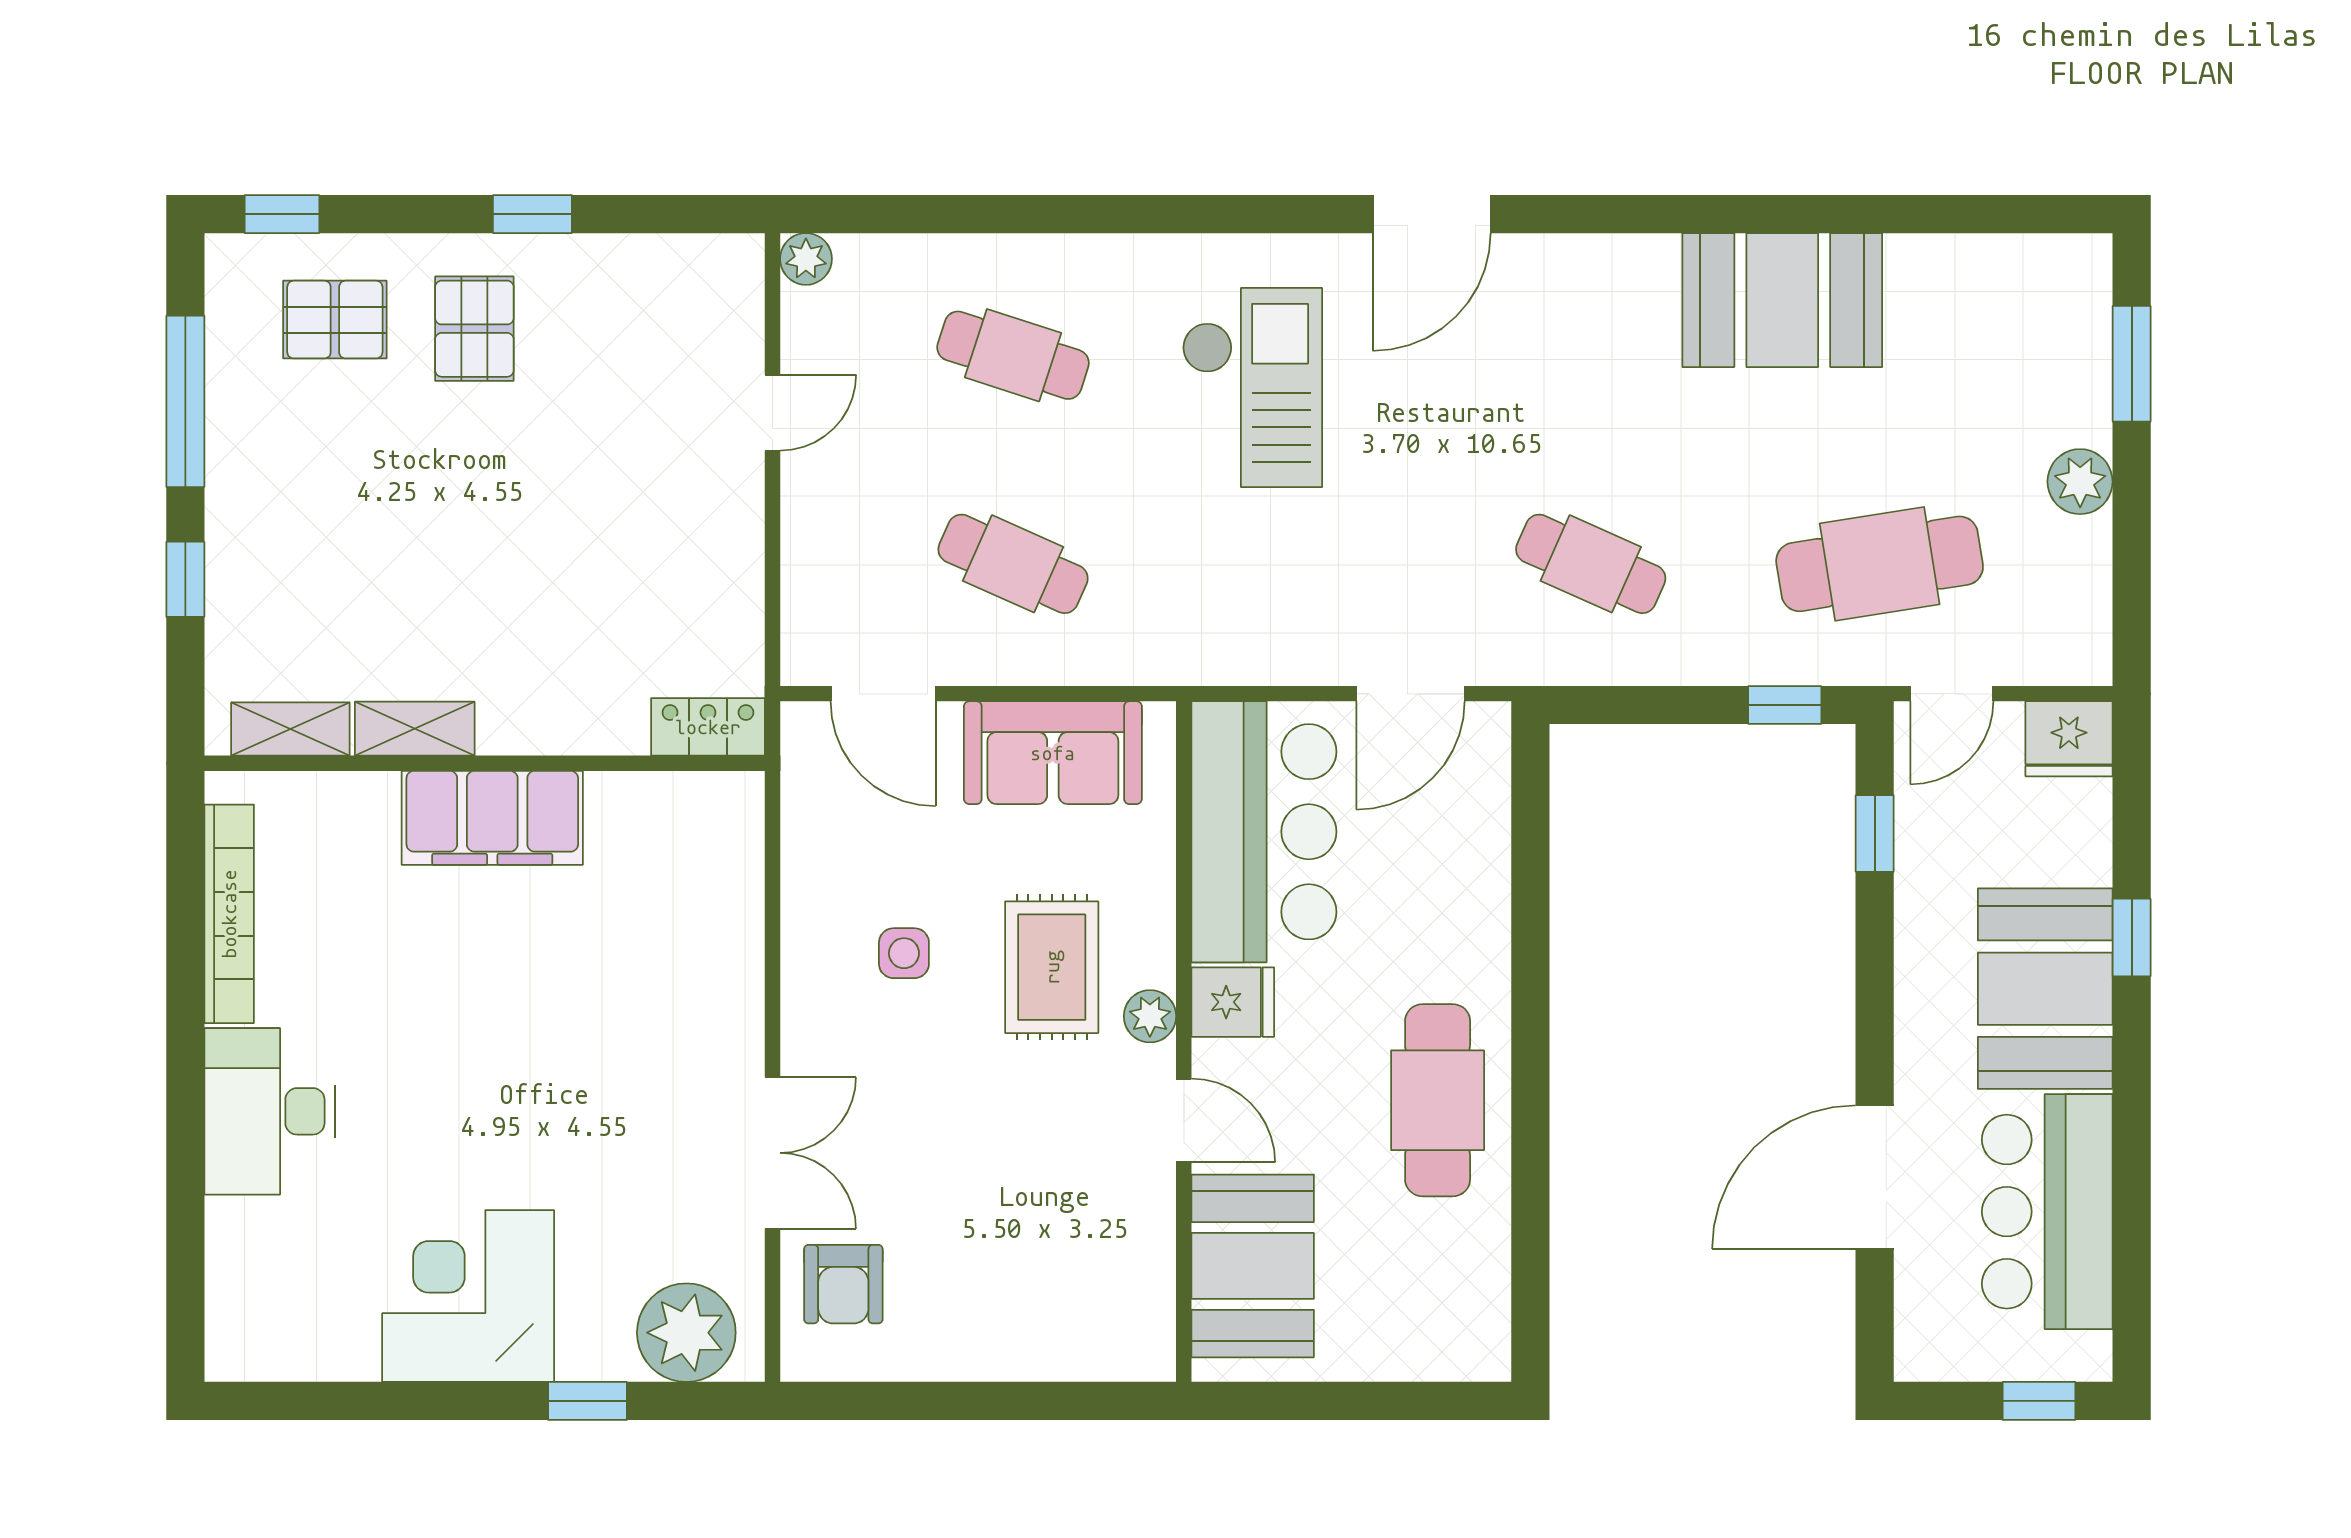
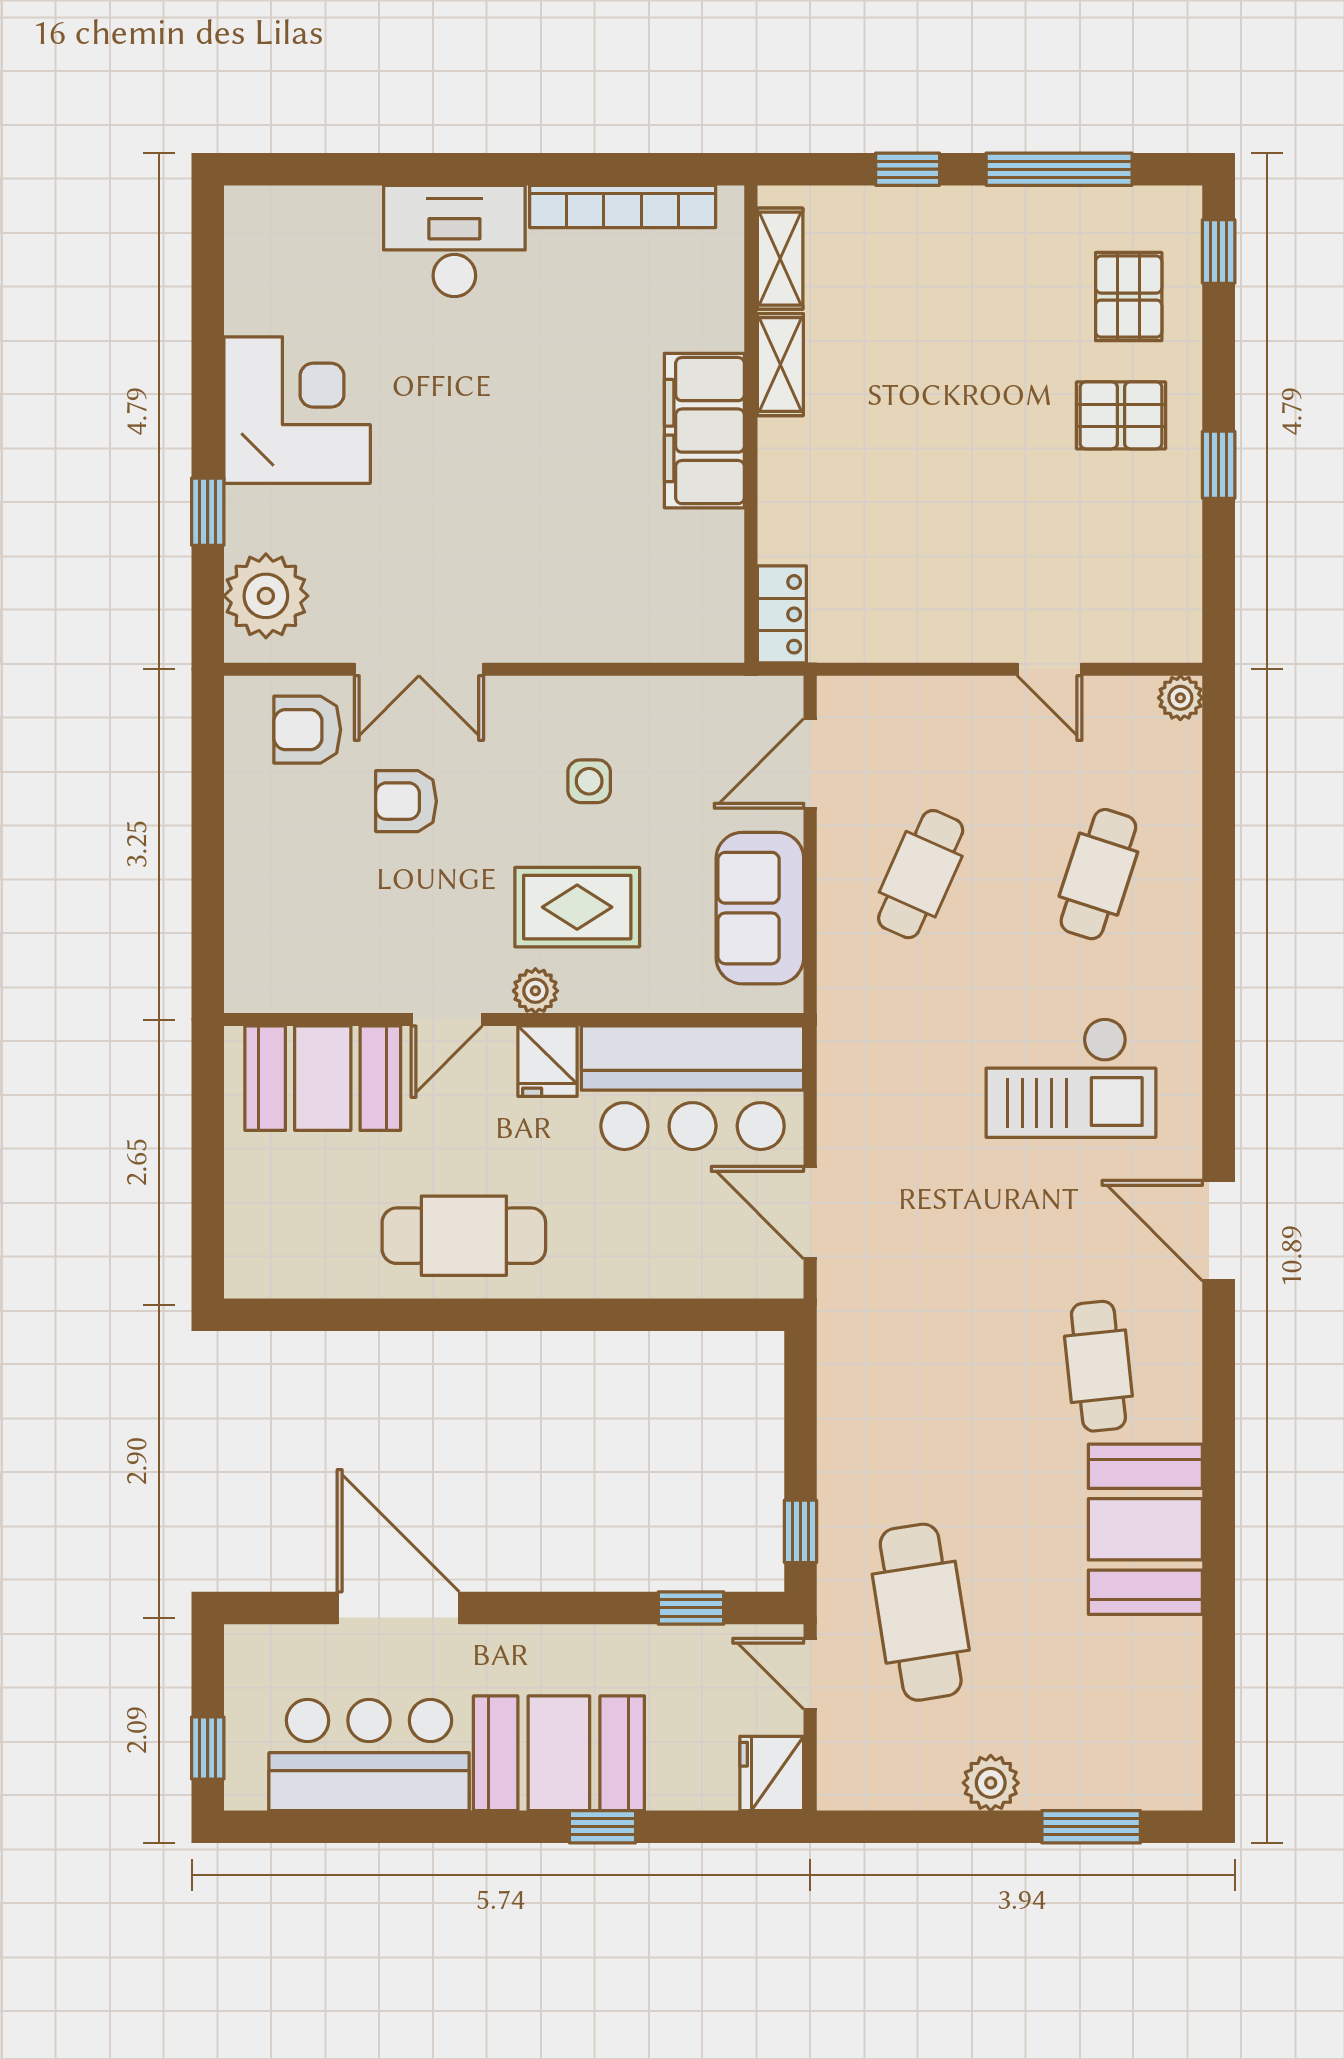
cafe table: (1591, 564) -> (1098, 1366), moved, turned -30
armchair: (927, 1168) -> (406, 801), added

